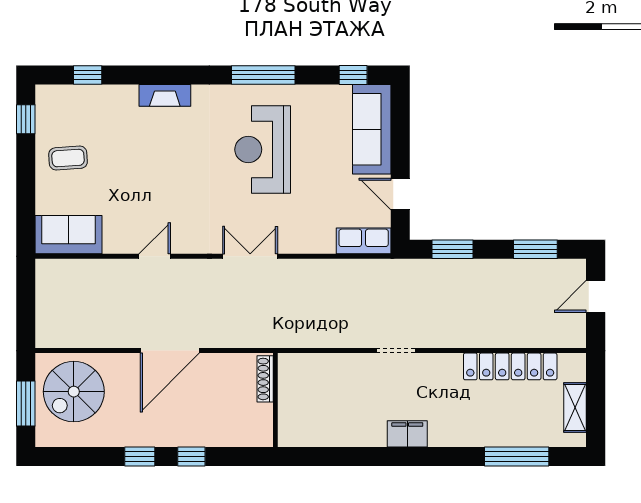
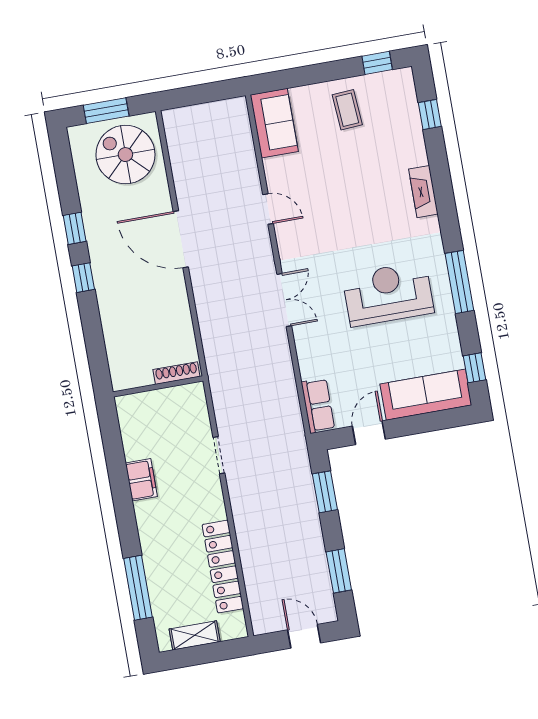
shoe rack: (265, 379) -> (176, 373), moved
wall: (275, 400) -> (158, 386), moved

